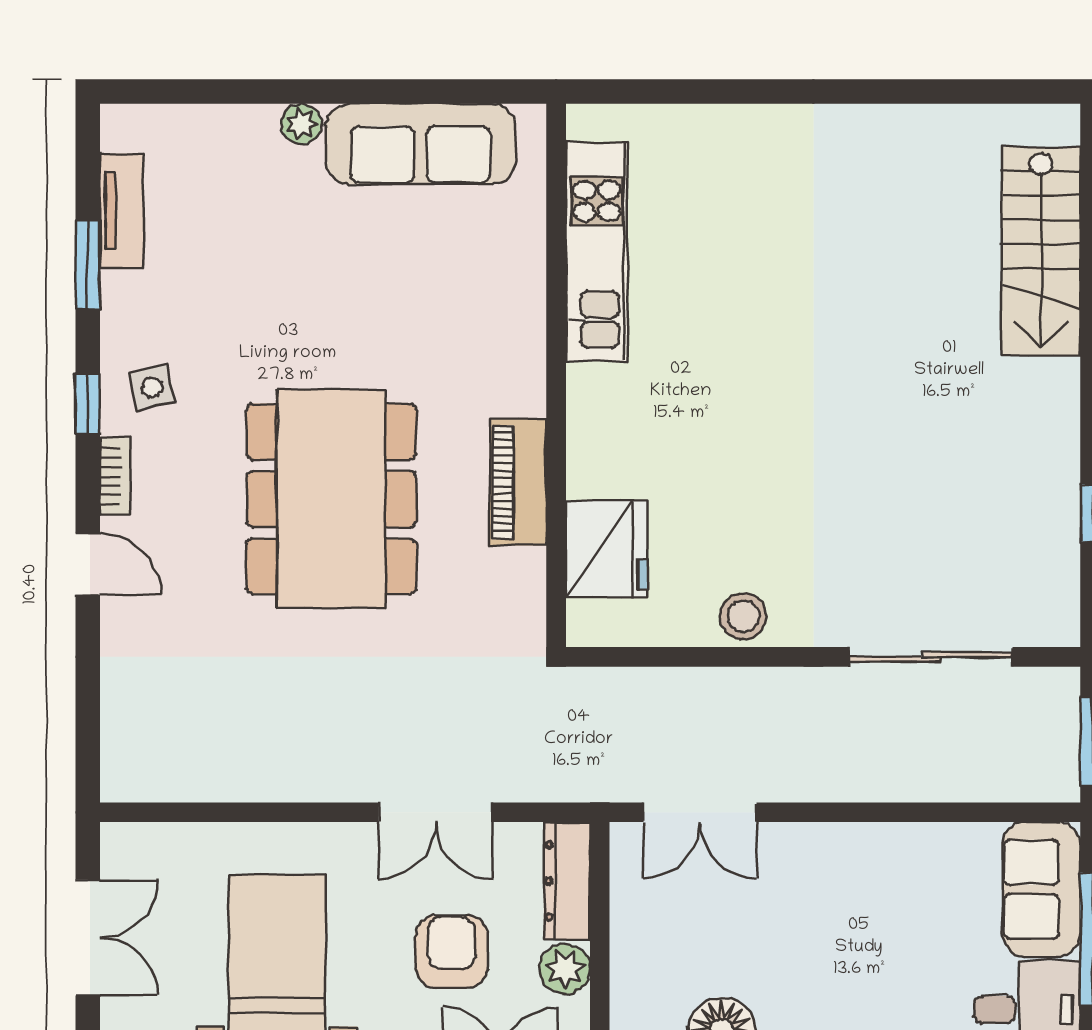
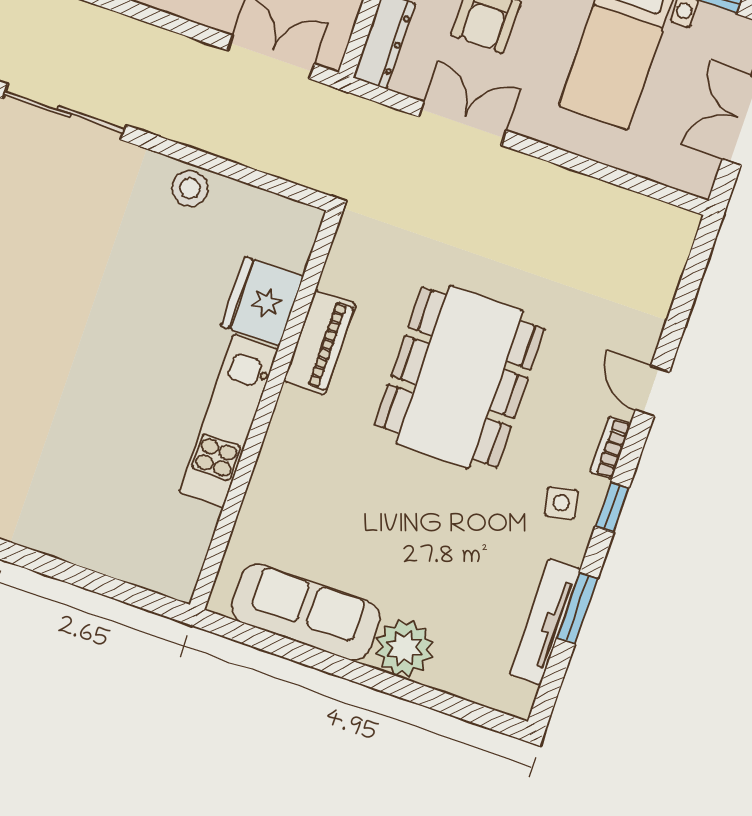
plant: (301, 124) -> (404, 648), width x1.87, depth x1.87
tv unit: (122, 211) -> (545, 622), width x1.41
kitchen unit: (597, 251) -> (229, 421), moved
fridge: (607, 549) -> (262, 301), moved

